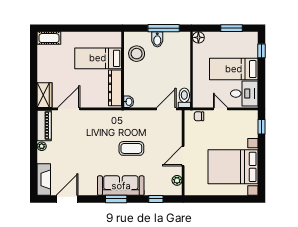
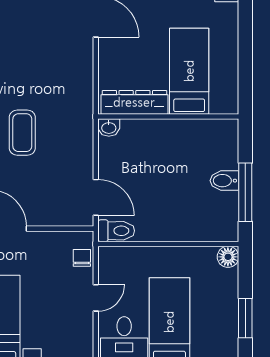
stool: (137, 54) -> (198, 142), removed

